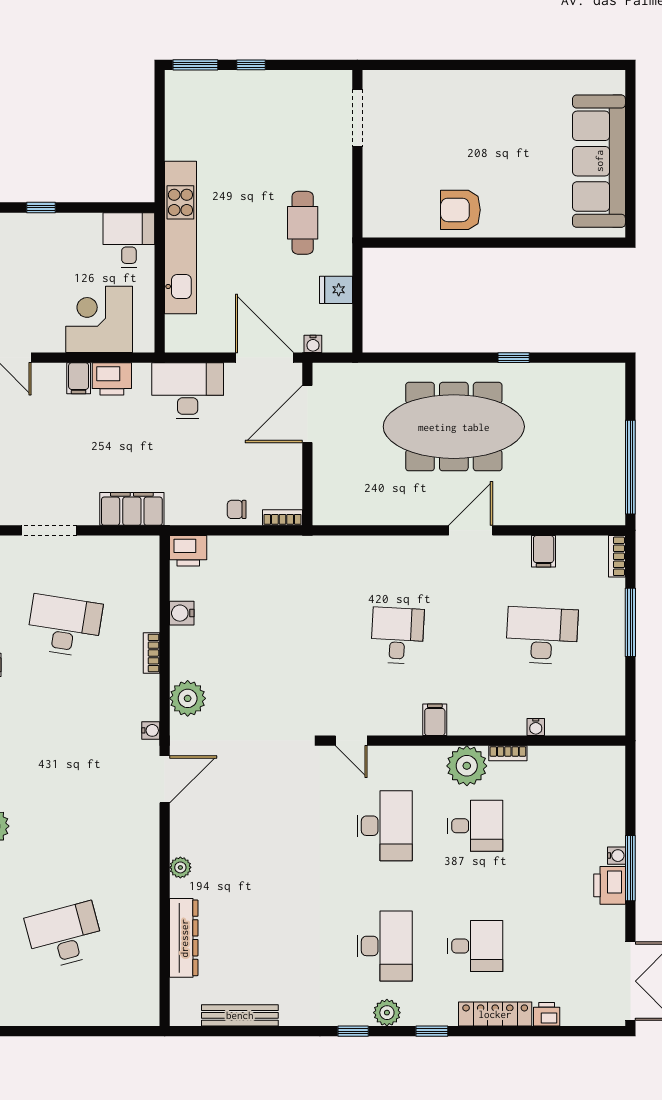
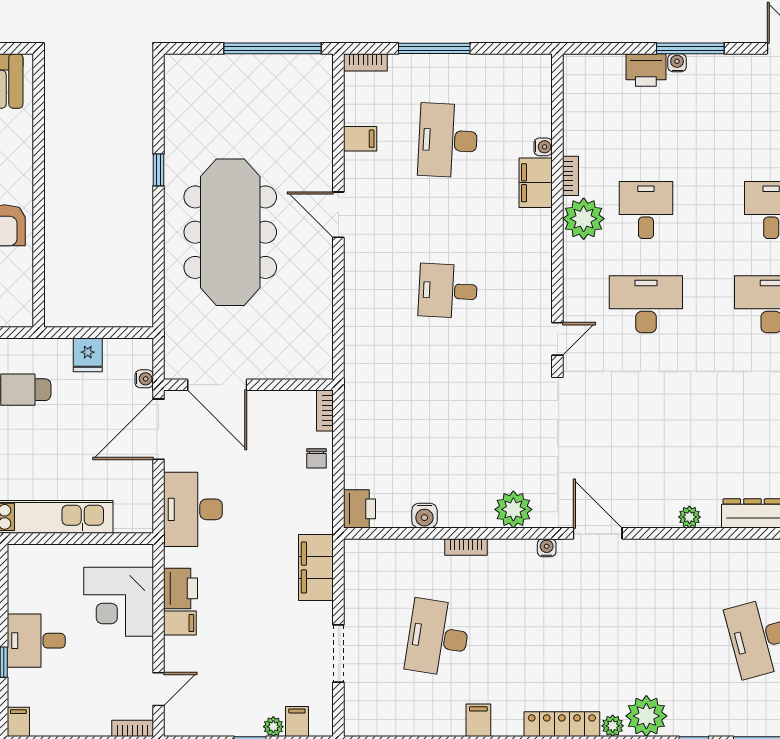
desk: (129, 240) -> (36, 641), moved
filing cabinet: (435, 720) -> (536, 183), moved, width x2.00
printer: (610, 885) -> (646, 70), moved

